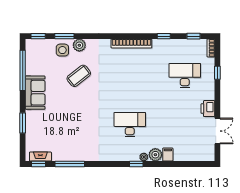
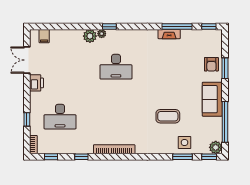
plant: (79, 45) -> (216, 147), moved
coffee table: (79, 76) -> (168, 116), turned 38
armchair: (36, 127) -> (211, 64), added
filing cabinet: (168, 155) -> (44, 36), moved
fireplace: (40, 157) -> (169, 34), moved

